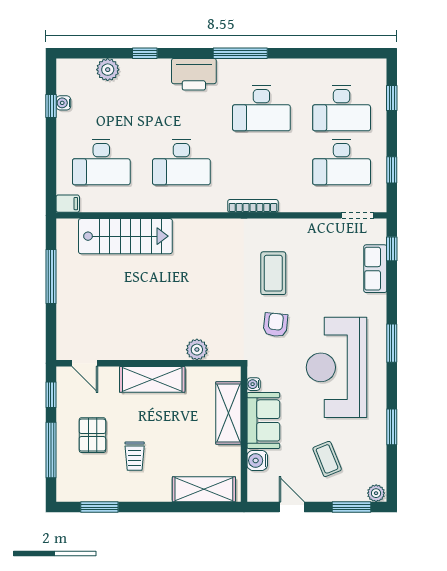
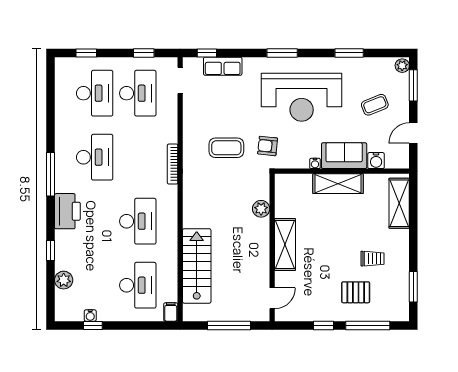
plant: (197, 350) -> (261, 209), moved
door: (85, 363) -> (272, 298), moved
wall: (149, 363) -> (272, 247), moved
shelving: (152, 379) -> (285, 245), moved

